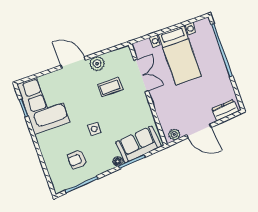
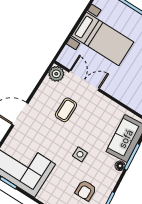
plant: (97, 64) -> (56, 74), moved

